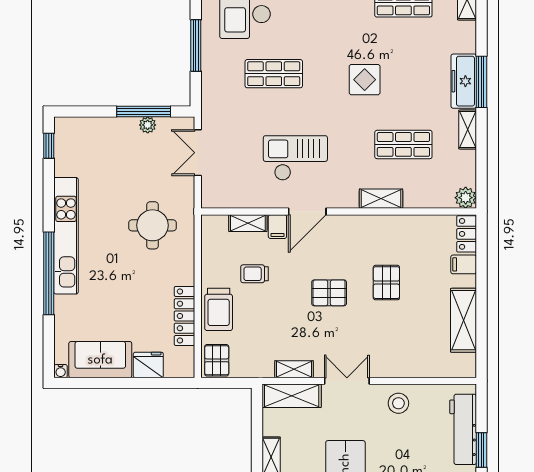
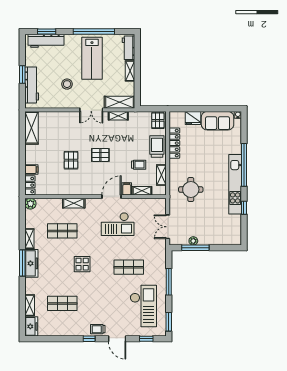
window: (49, 146) -> (244, 208), moved
double door: (198, 153) -> (168, 227), swing flipped
shelving: (210, 254) -> (161, 175), added
shelving: (464, 320) -> (31, 128), moved
stool: (398, 403) -> (67, 84), moved

